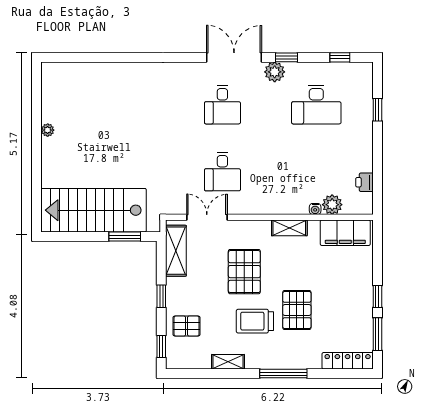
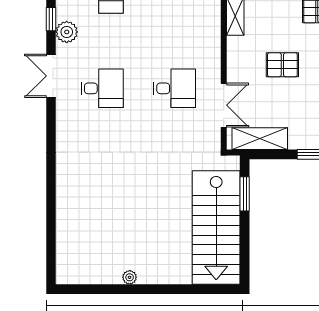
double door: (234, 57) -> (51, 76), width x0.73
double door: (207, 217) -> (224, 105), swing flipped
pallet: (244, 272) -> (282, 65), width x0.67, depth x0.71

